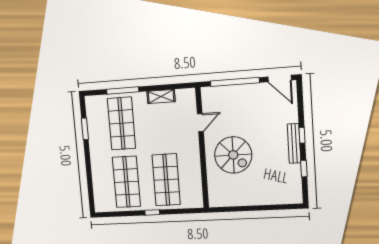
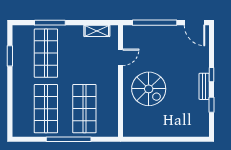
shelving: (161, 96) -> (97, 31), moved
bench: (294, 143) -> (204, 86), width x0.73
window: (152, 212) -> (69, 139), width x3.17

